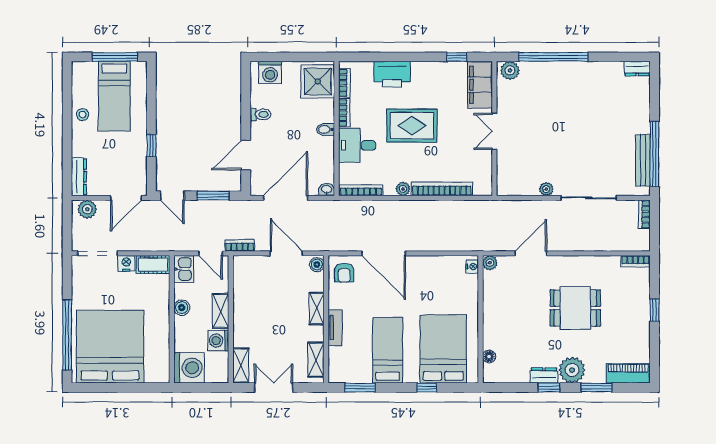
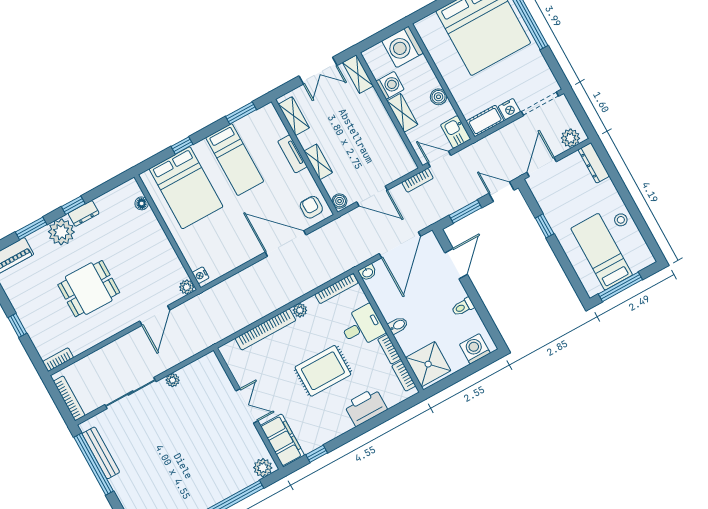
bookcase: (644, 214) -> (69, 398), width x1.56

